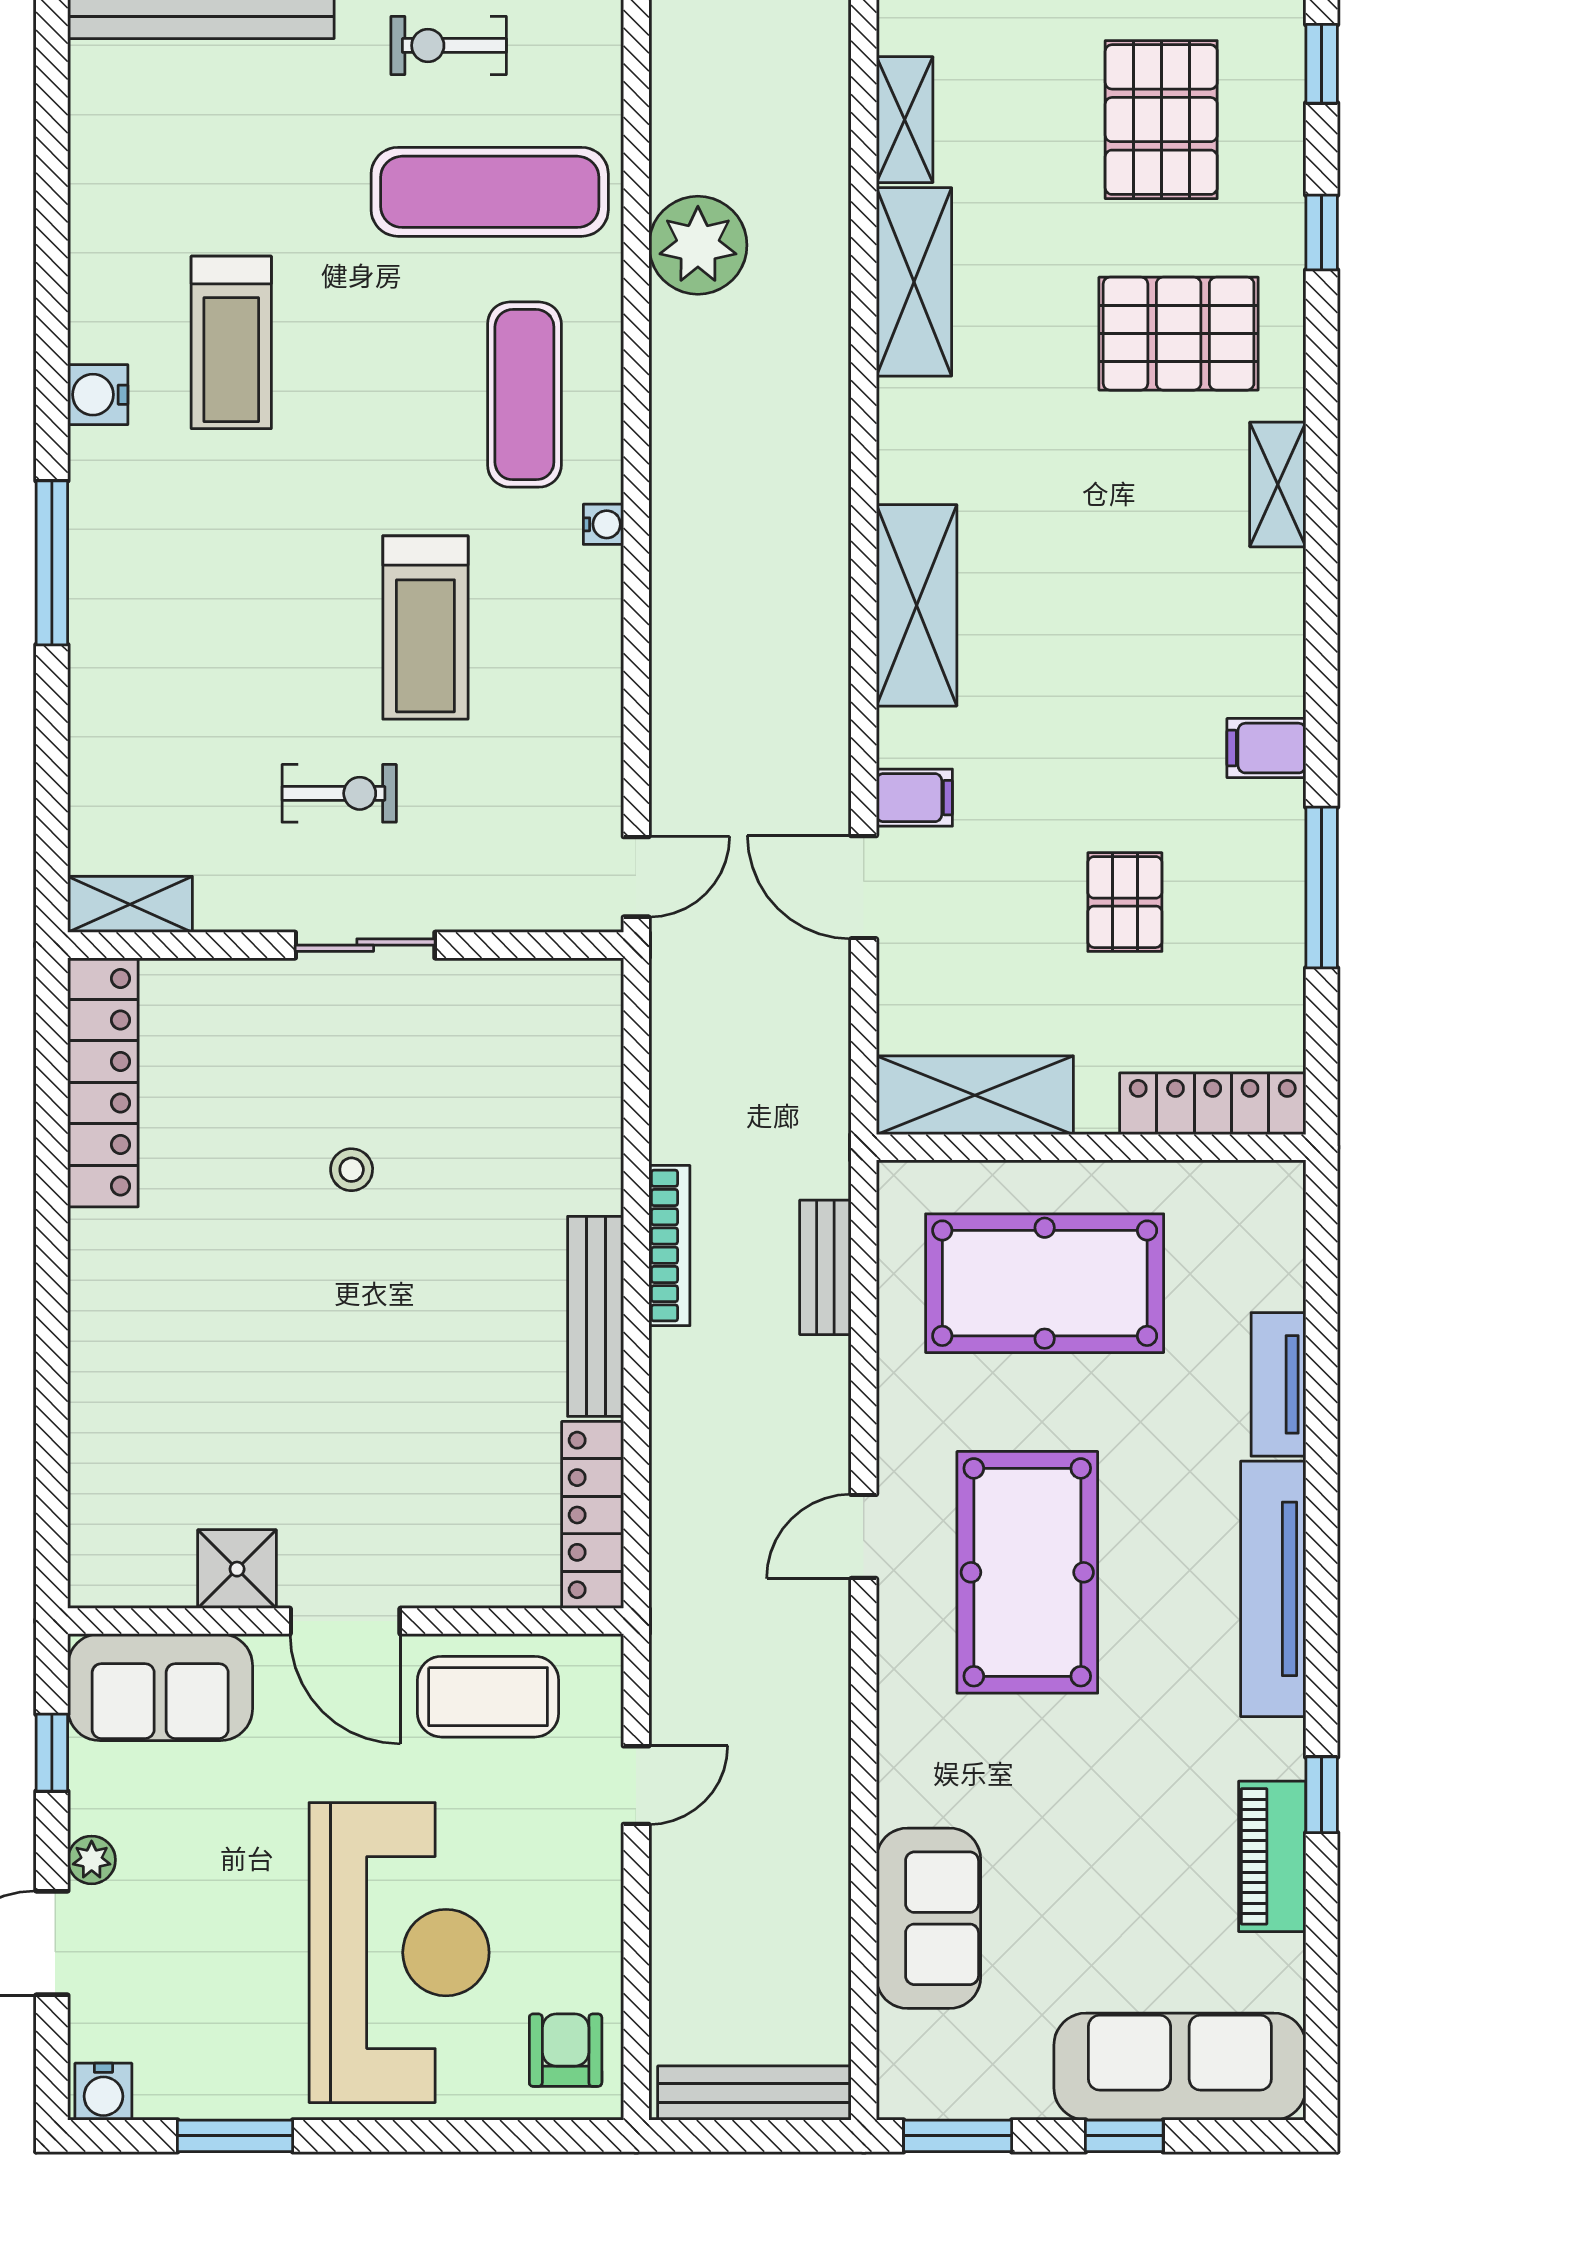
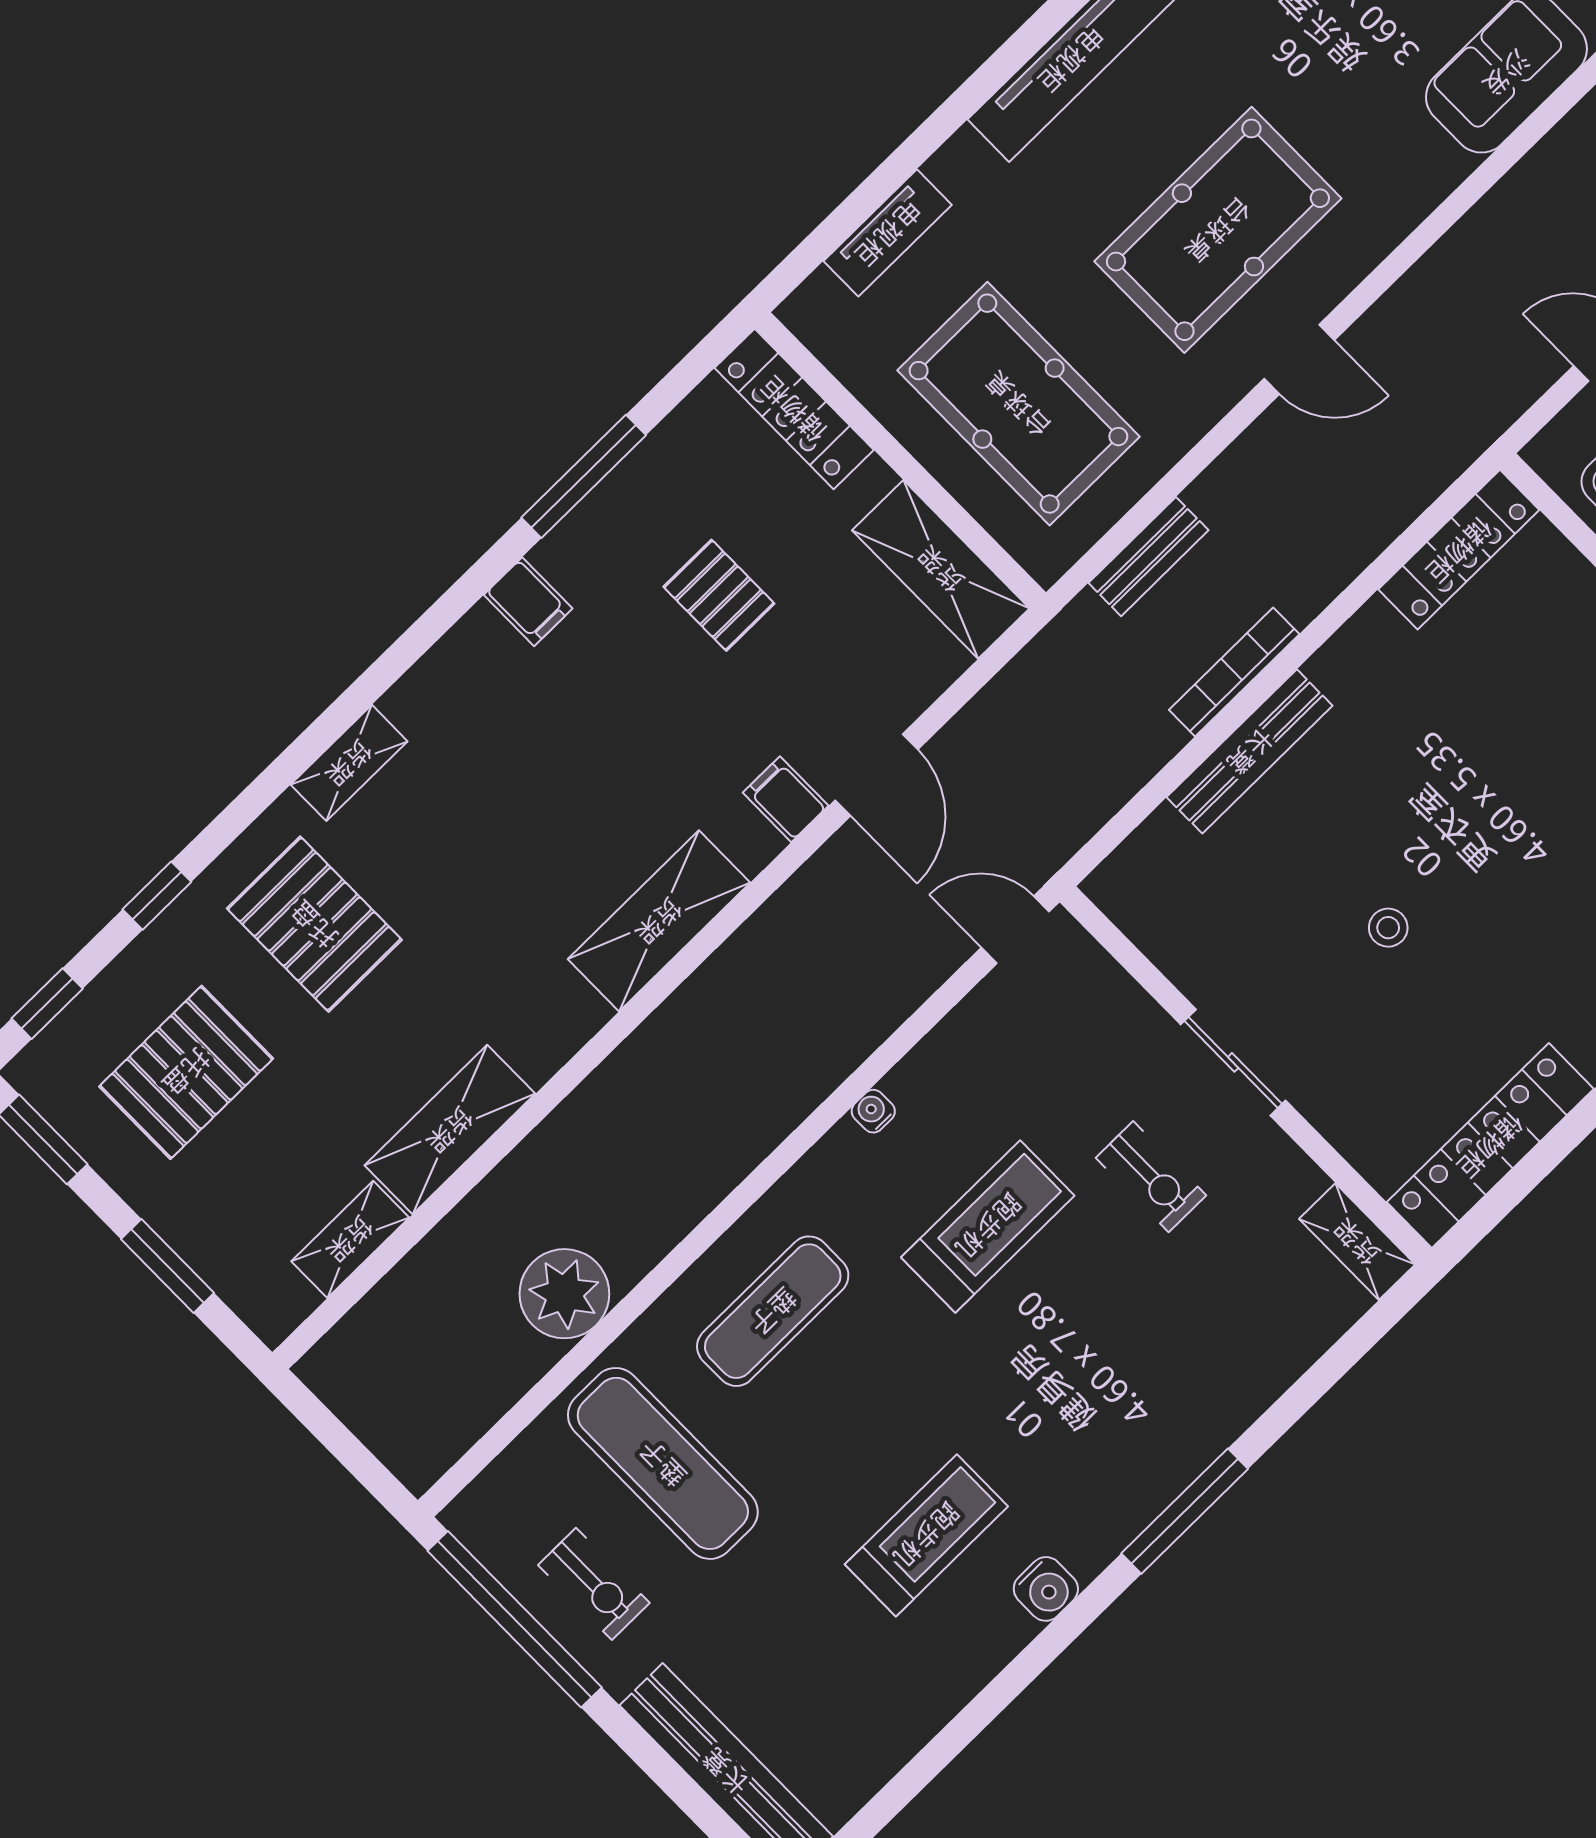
water cooler: (603, 524) -> (873, 1111), moved
exercise bike: (339, 793) -> (1151, 1177), turned 180
pallet: (1125, 902) -> (719, 595), turned 90
bench: (596, 1316) -> (1250, 751), moved
tv unit: (1278, 1384) -> (888, 233), moved

